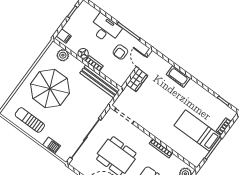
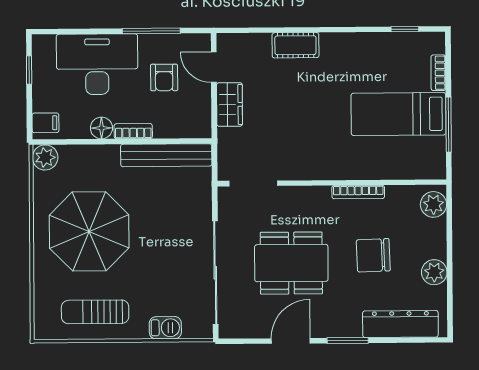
desk: (105, 29) -> (97, 64), width x1.36, depth x1.30
plant: (63, 55) -> (45, 157), moved

